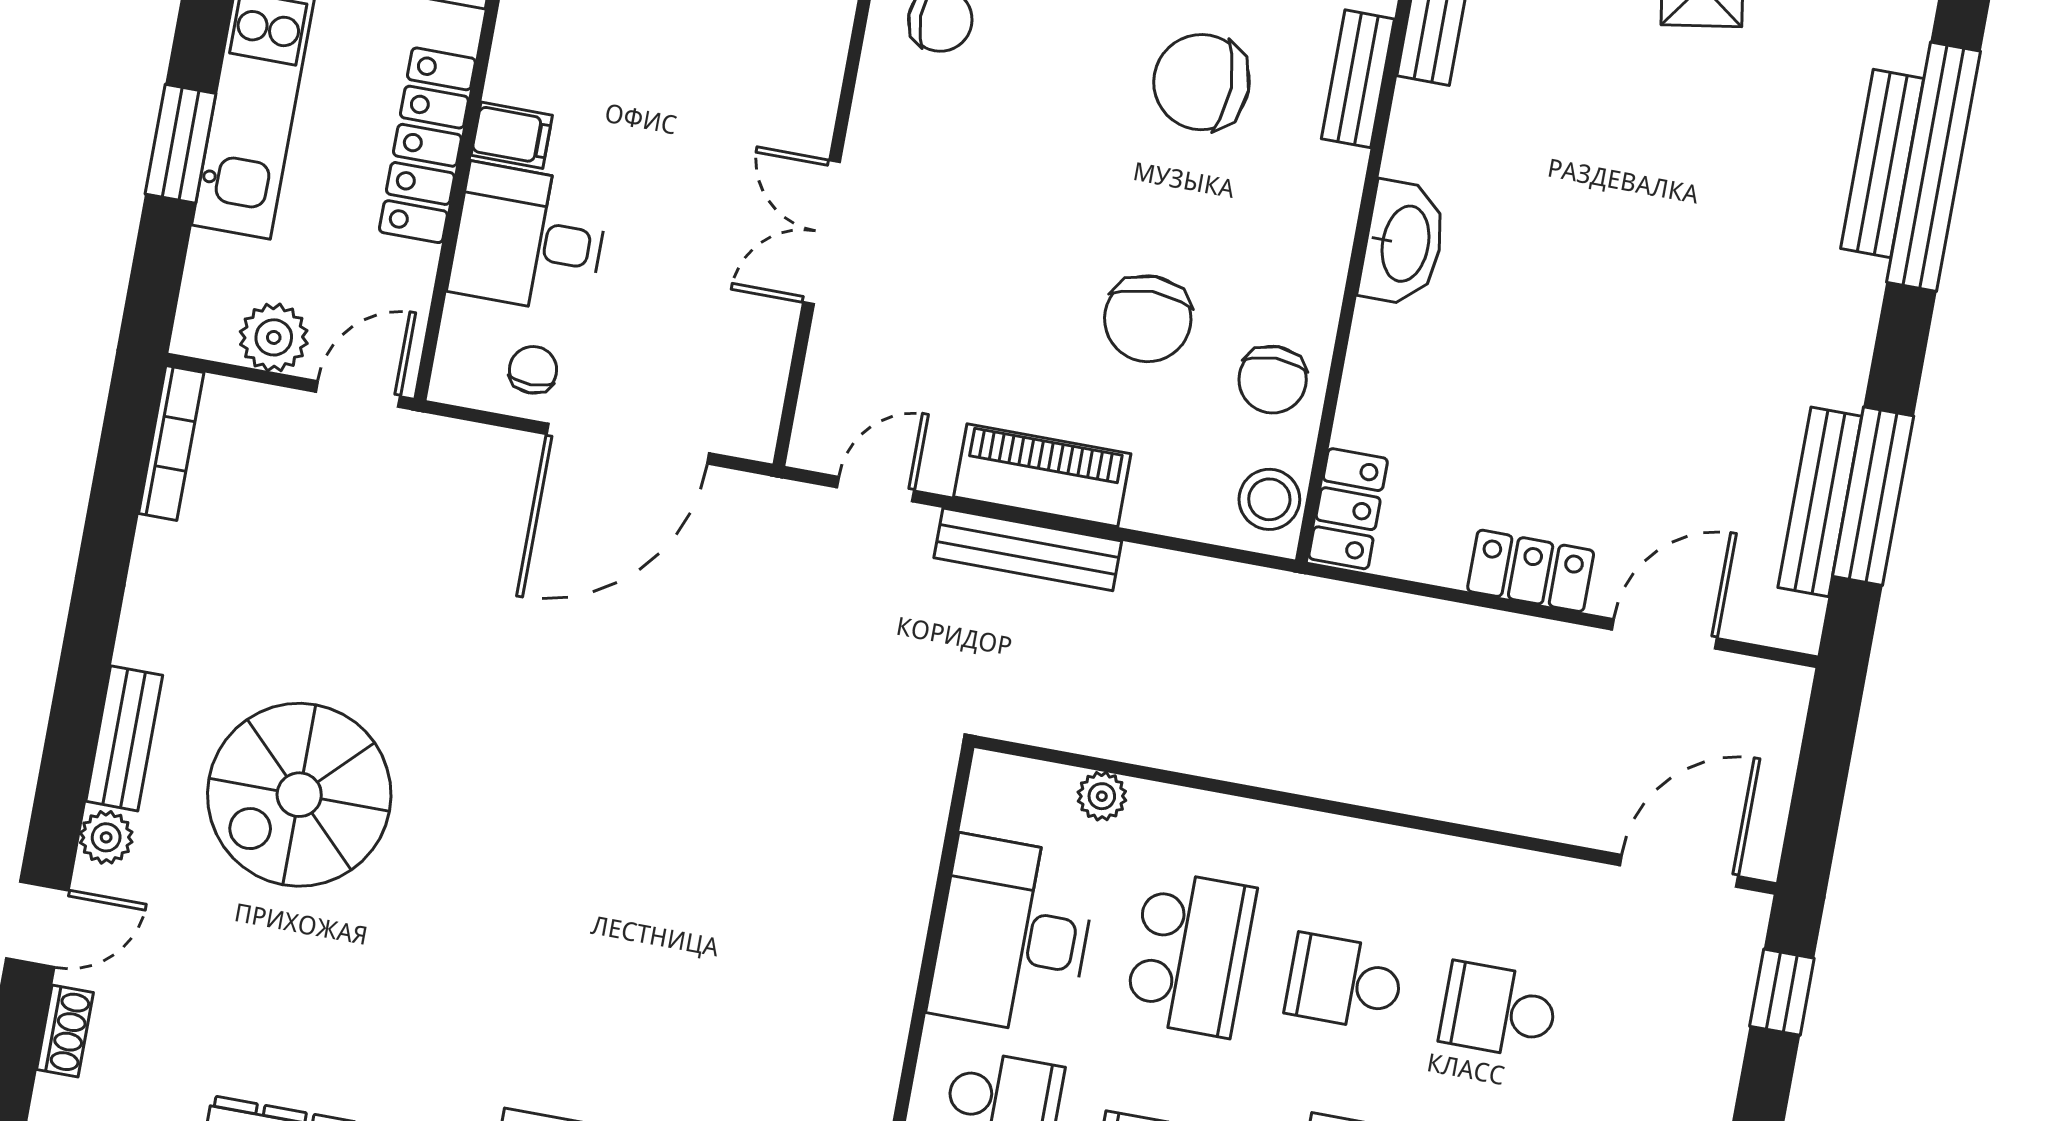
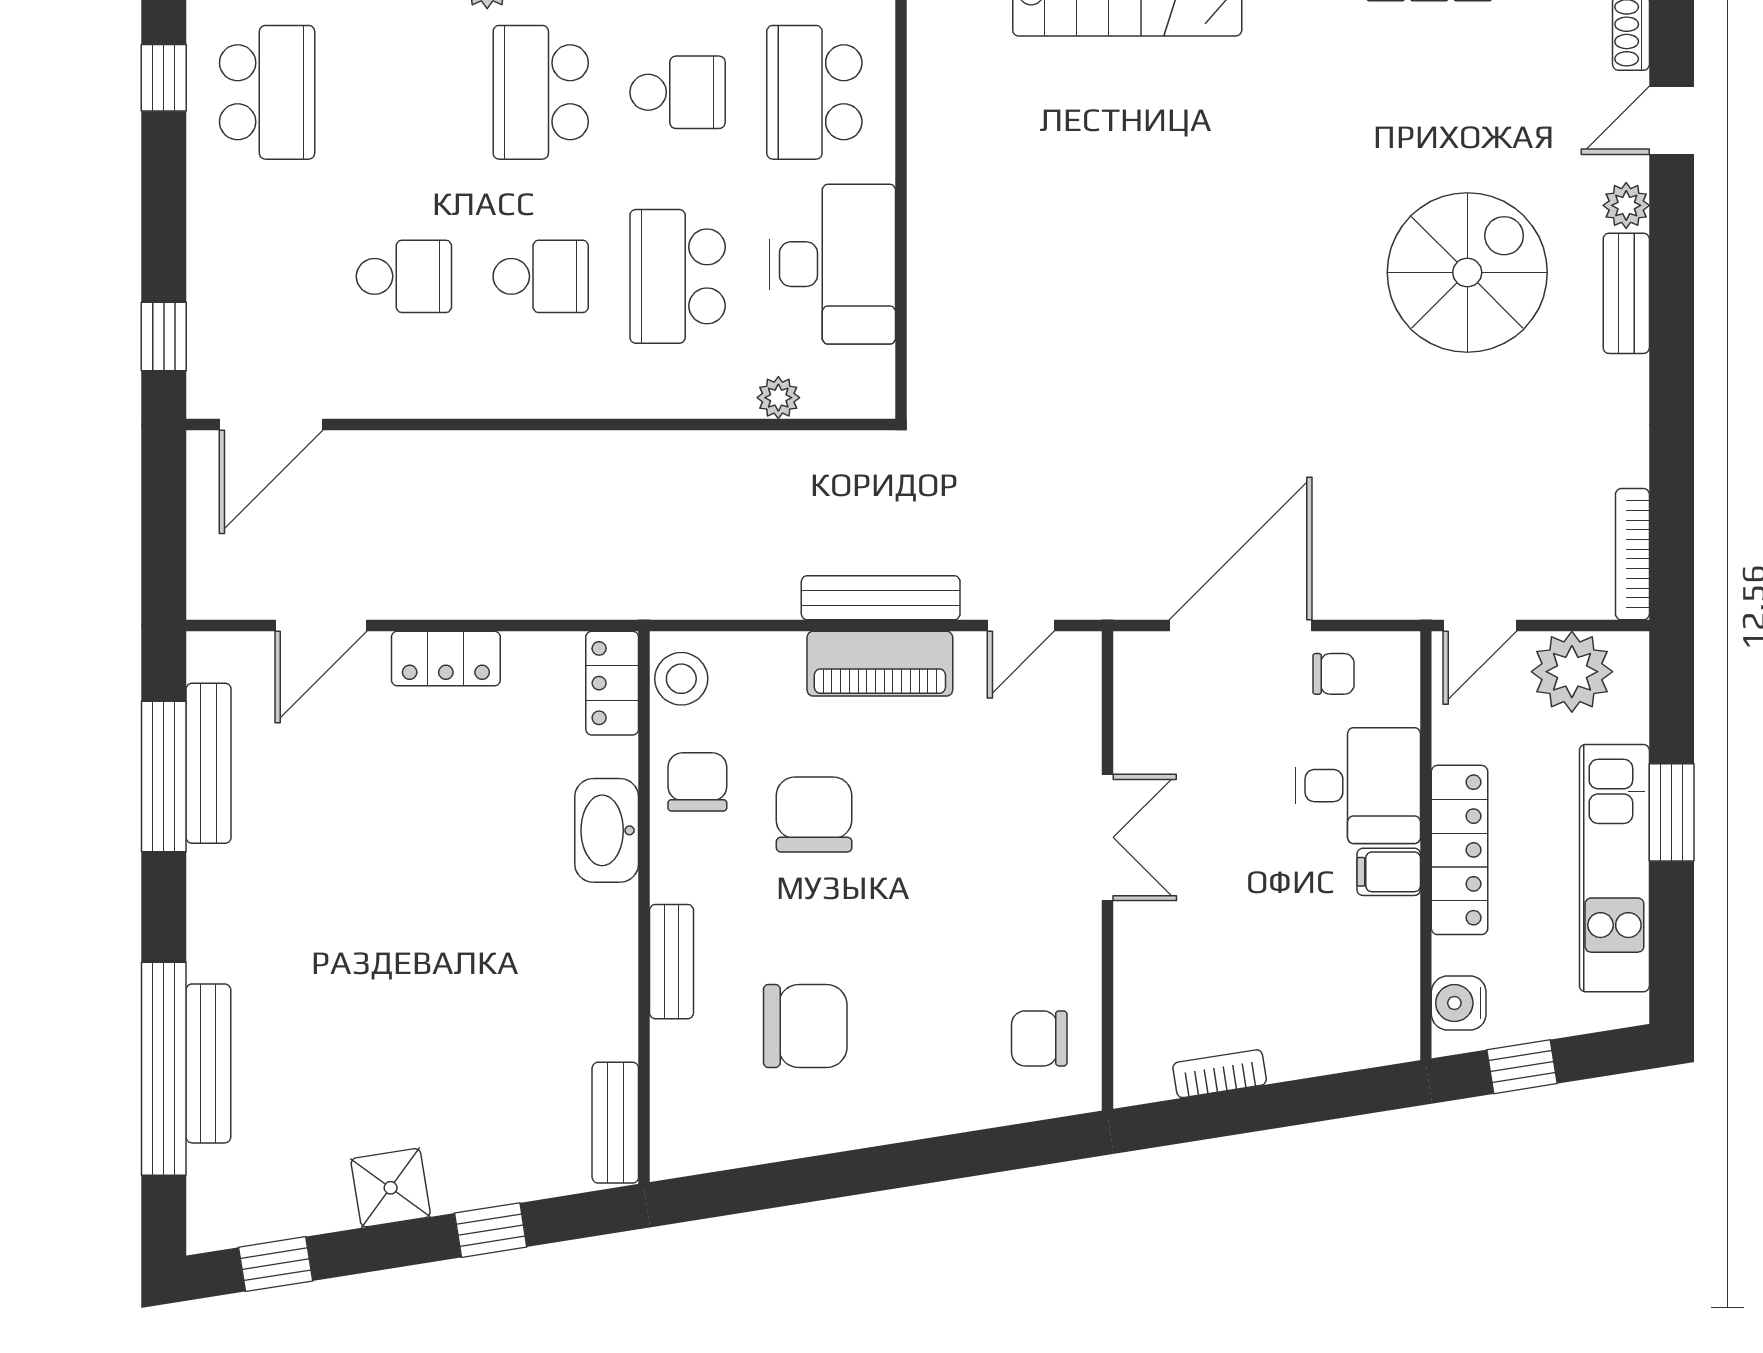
bench: (1358, 79) -> (671, 962), moved
washbasin: (1403, 243) -> (607, 830), moved
plant: (274, 337) -> (1572, 672), width x1.36, depth x1.36
chair: (533, 370) -> (1334, 674), turned -90

